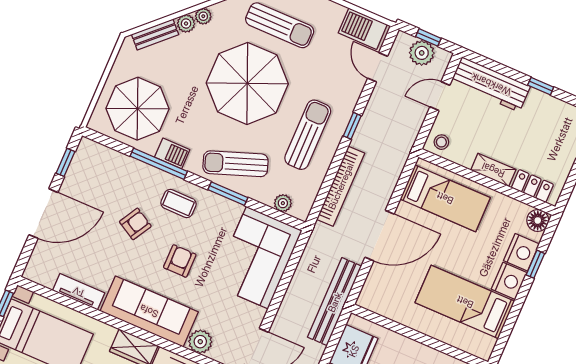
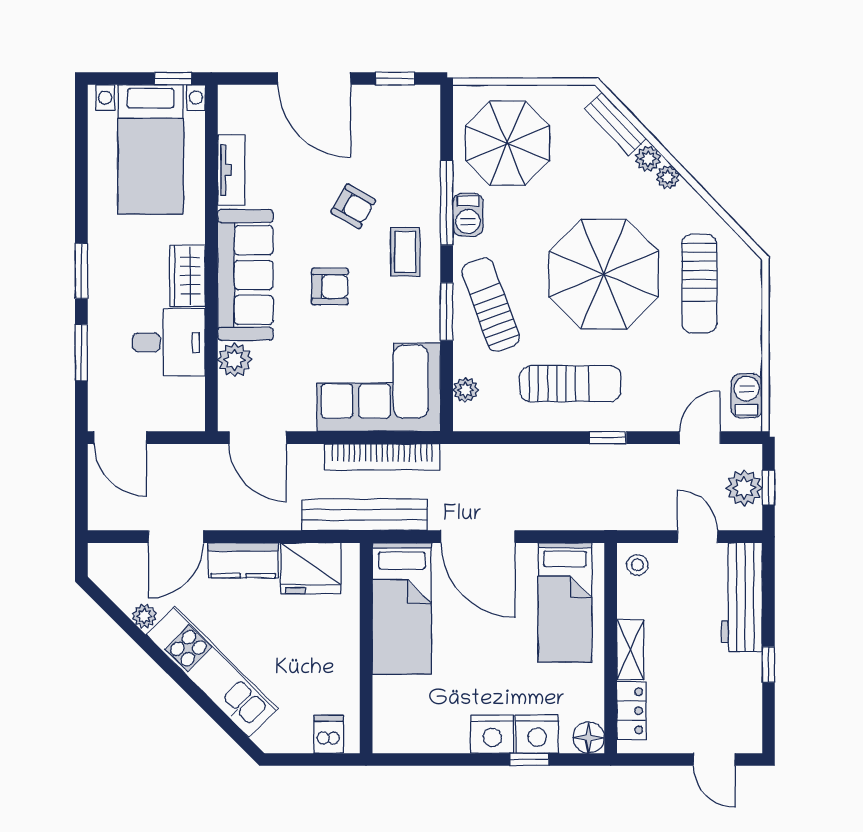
barbecue: (363, 29) -> (747, 396), width x0.73, depth x0.79
bookcase: (341, 186) -> (382, 457), moved
bed: (465, 302) -> (402, 608), moved, turned 180

